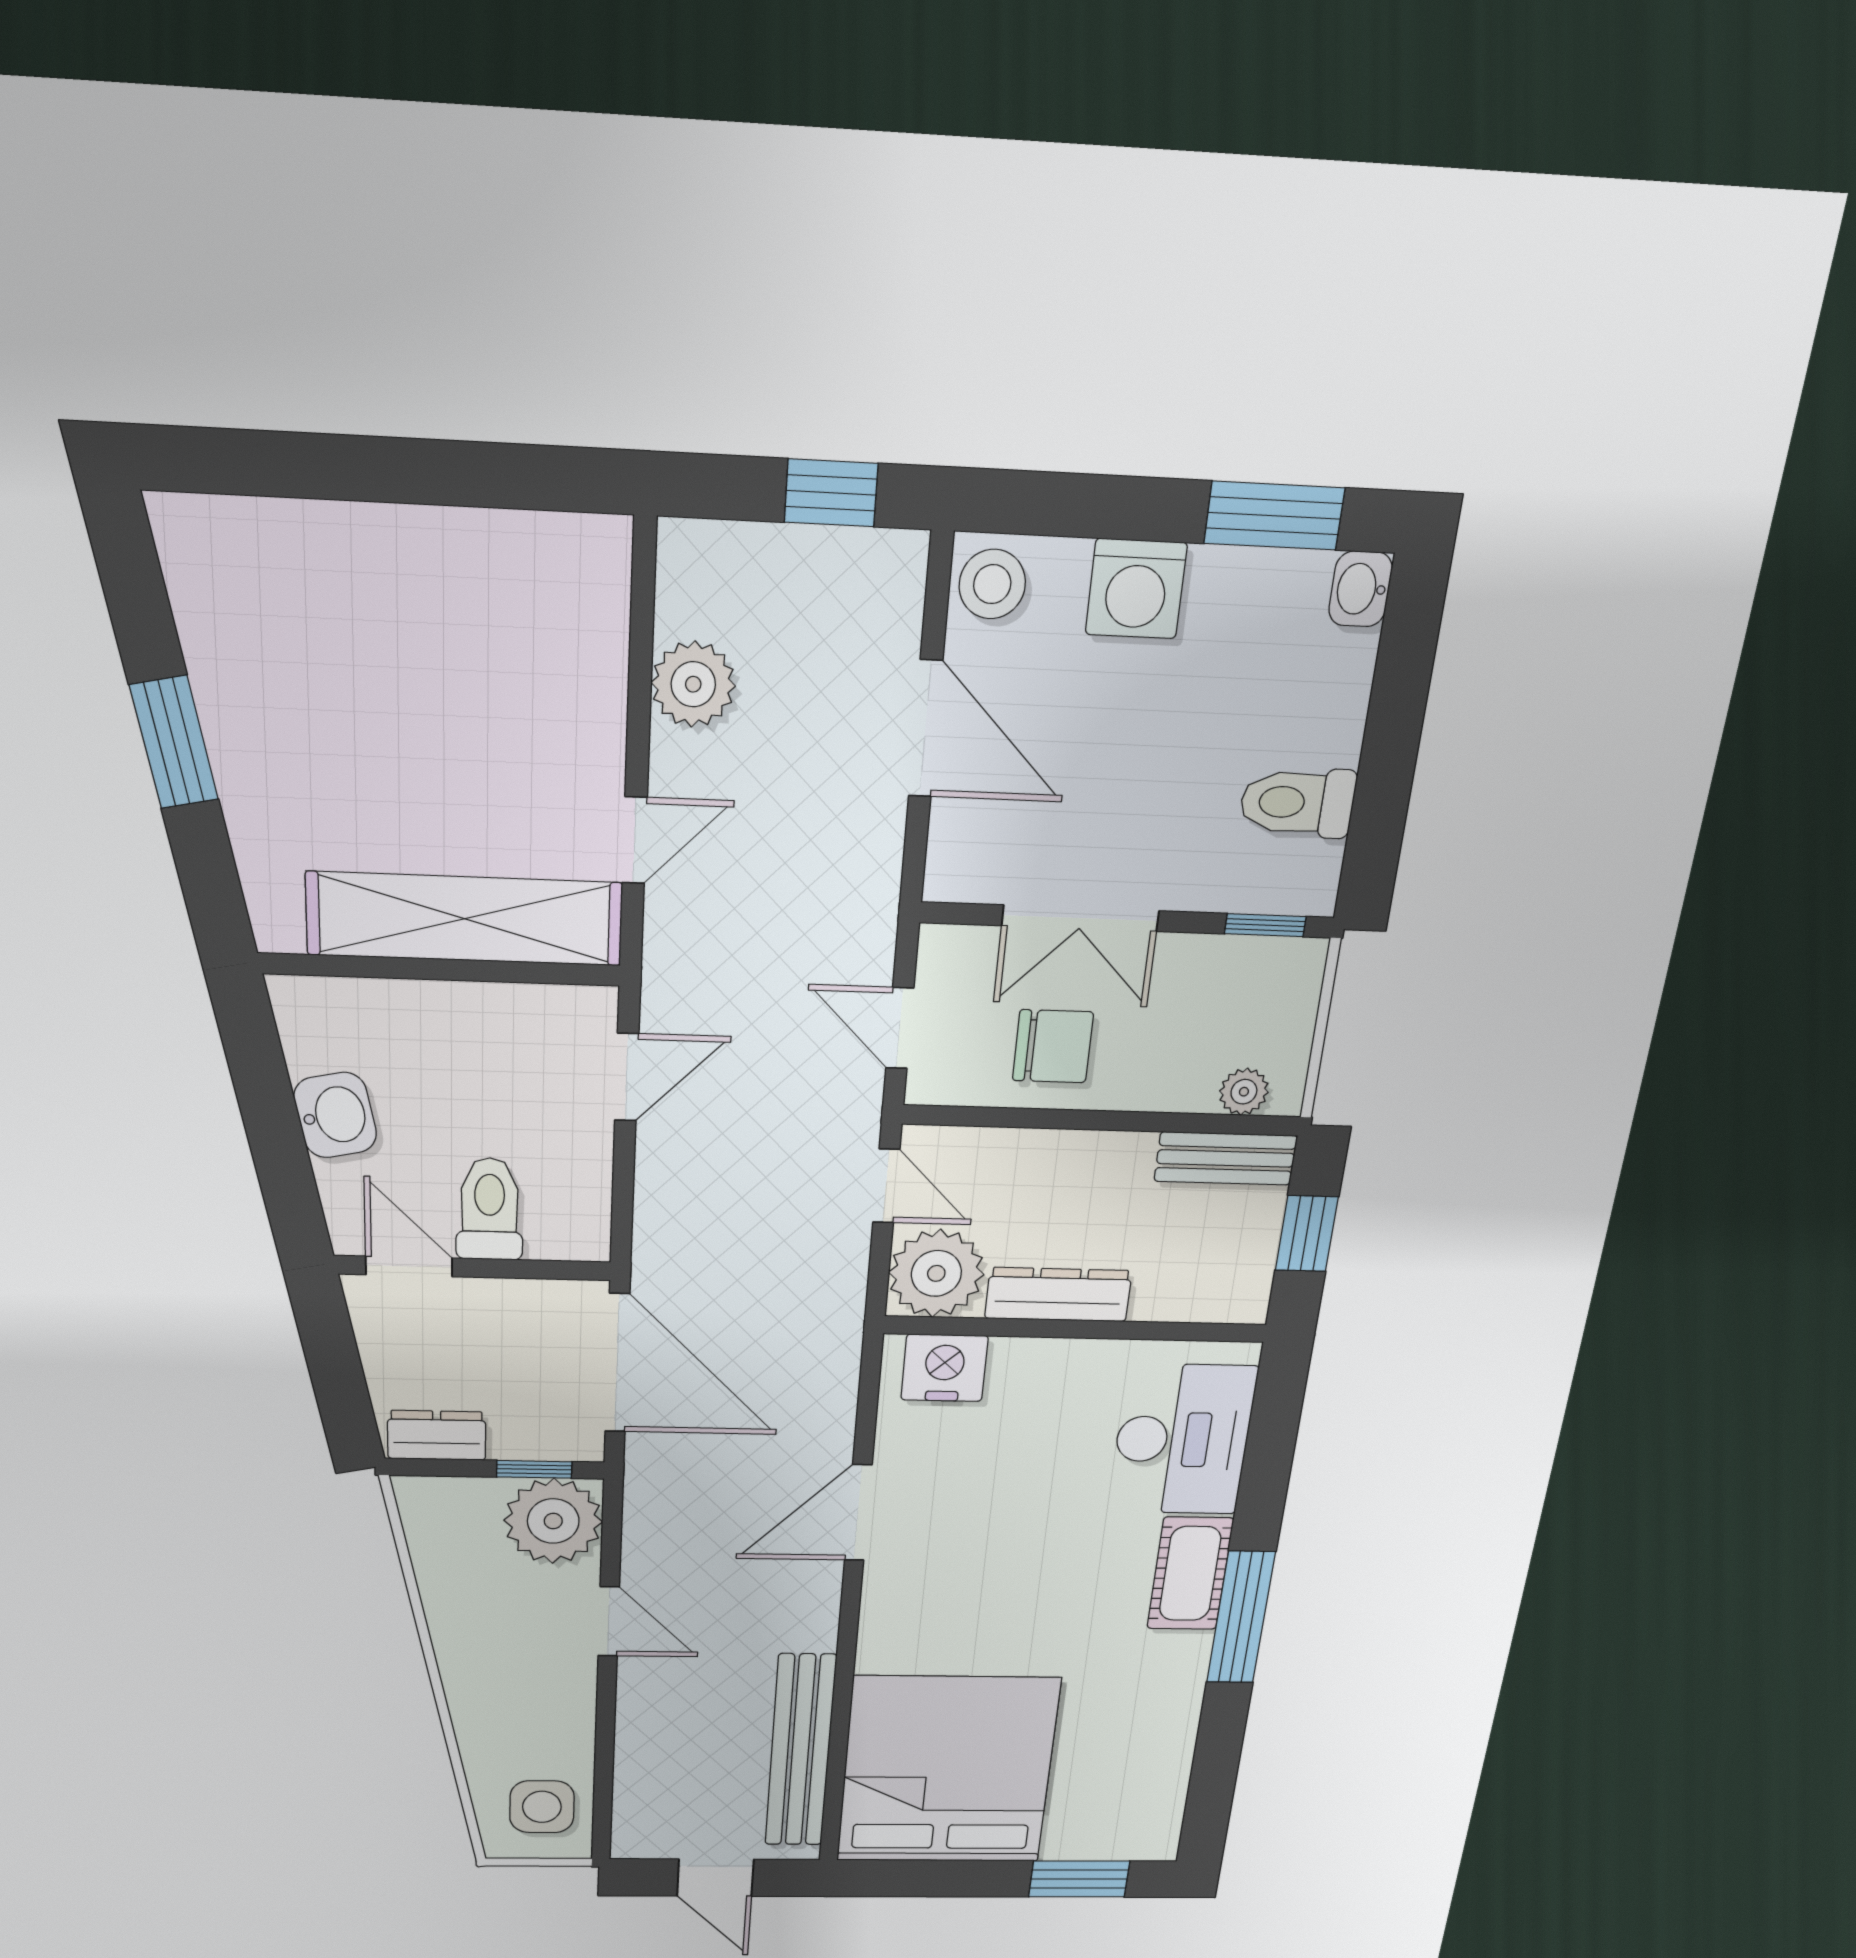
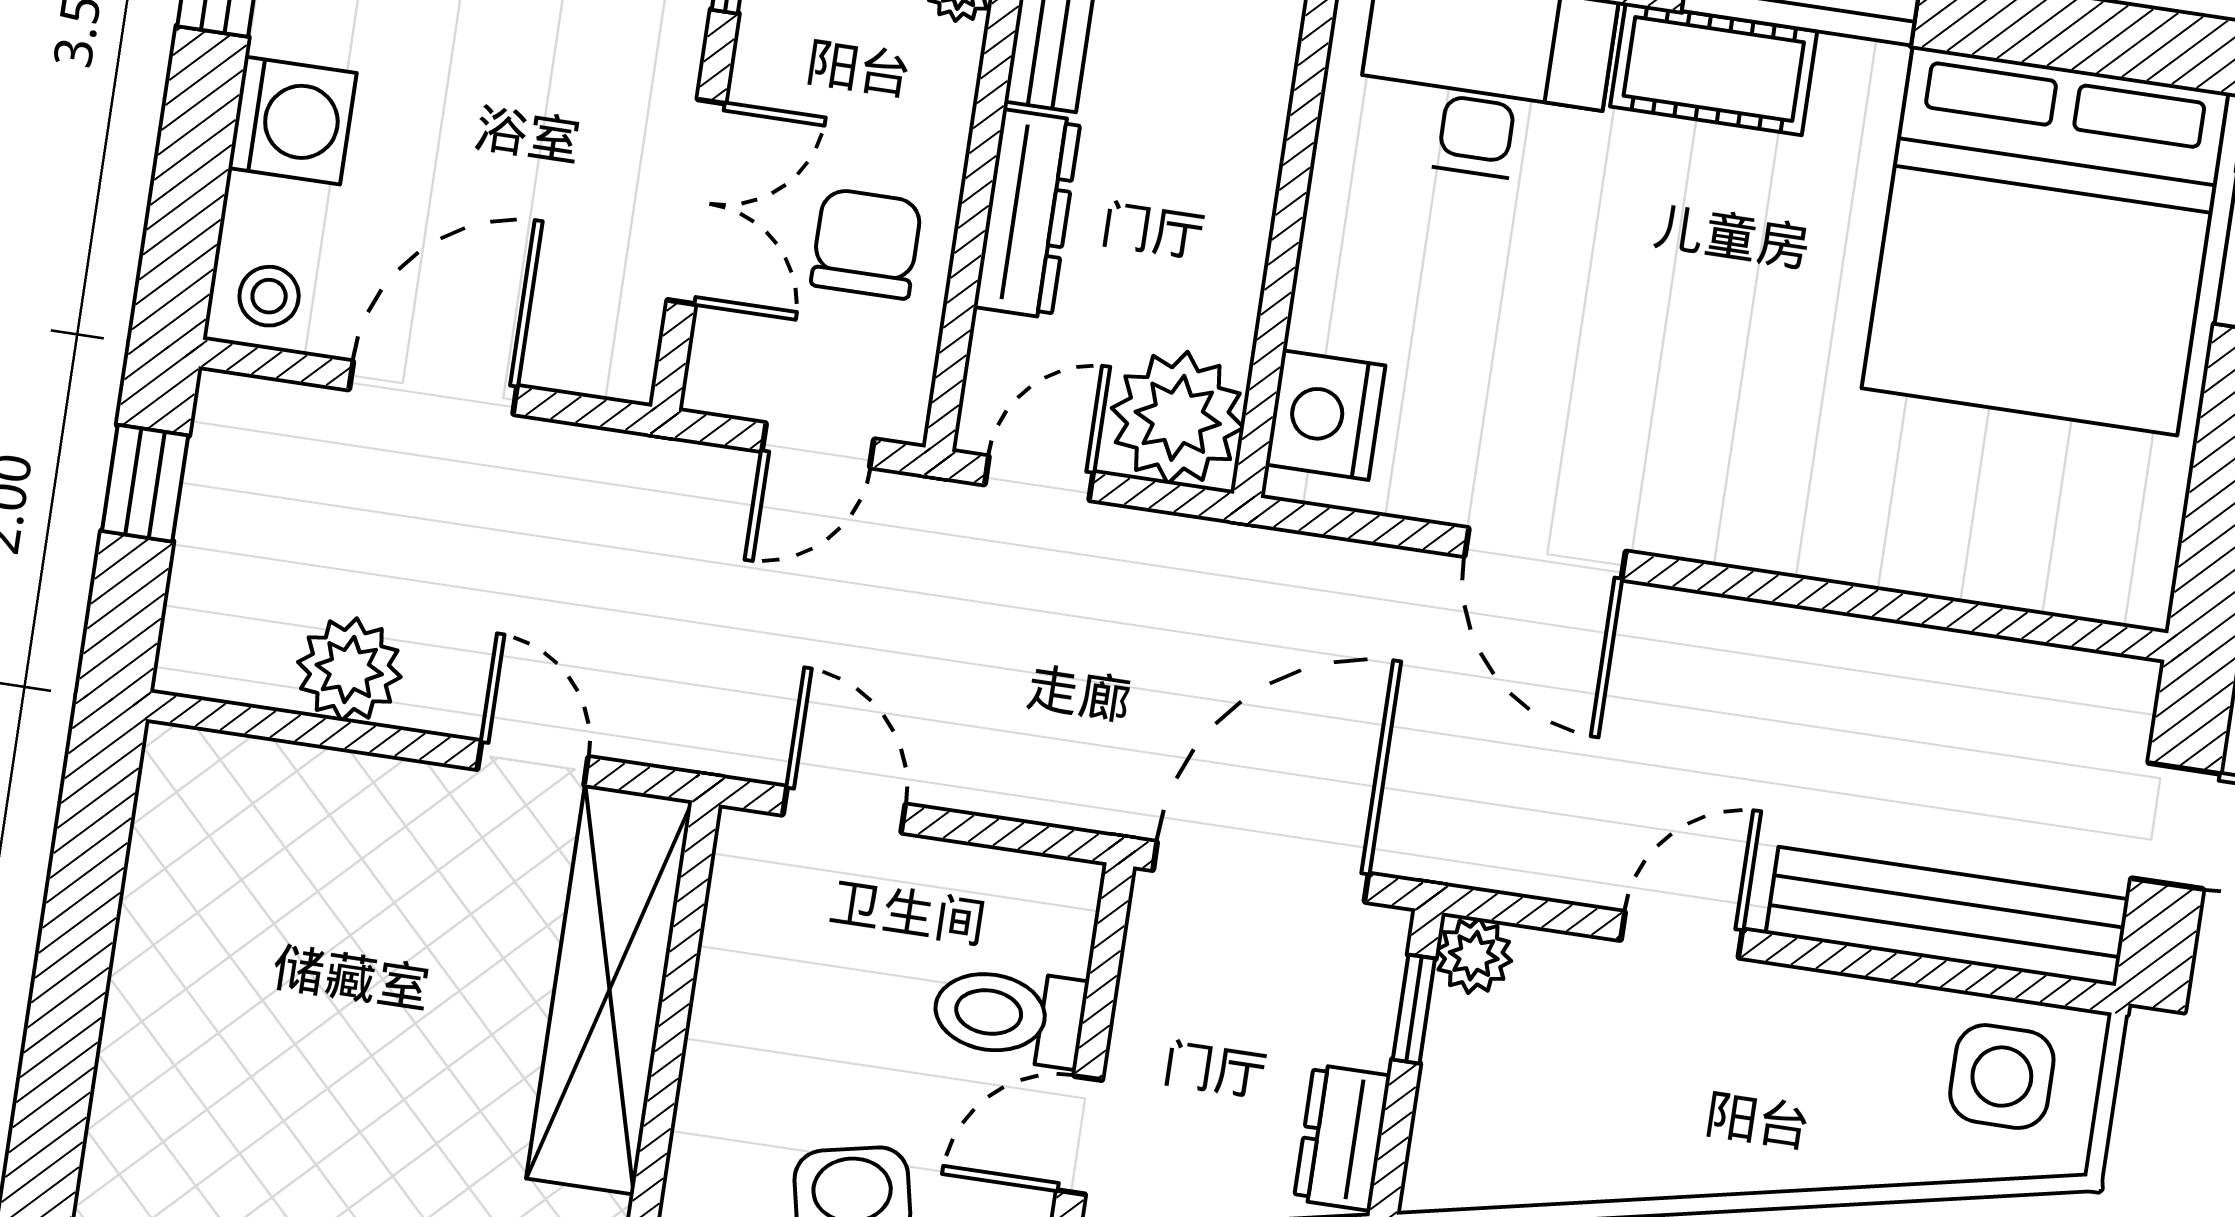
stool: (992, 584) -> (269, 296), width x0.73, depth x0.73
dresser: (1058, 1294) -> (1027, 214), moved, turned 180
plant: (553, 1521) -> (1474, 956), width x0.53, depth x0.53
bench: (800, 1751) -> (1947, 916), moved
bed: (947, 1770) -> (2045, 241), moved, turned -90

